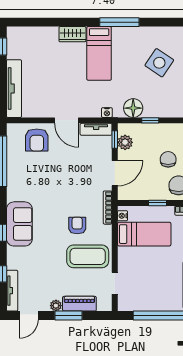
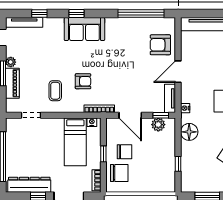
window: (150, 120) -> (178, 164), moved
chair: (168, 159) -> (124, 152), moved
coffee table: (88, 256) -> (55, 91), width x0.54, depth x0.58

